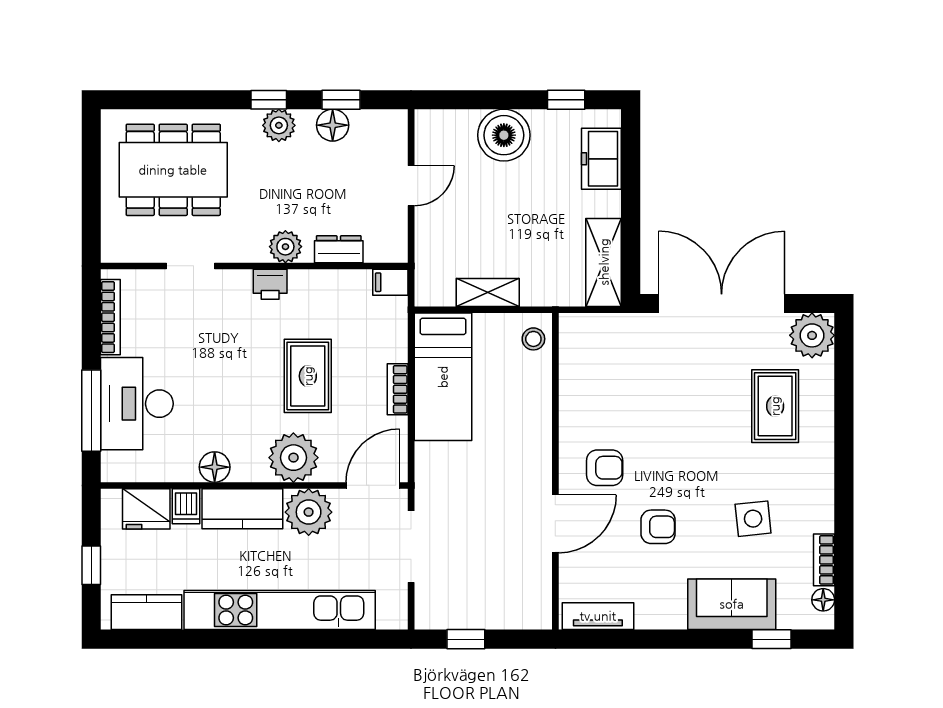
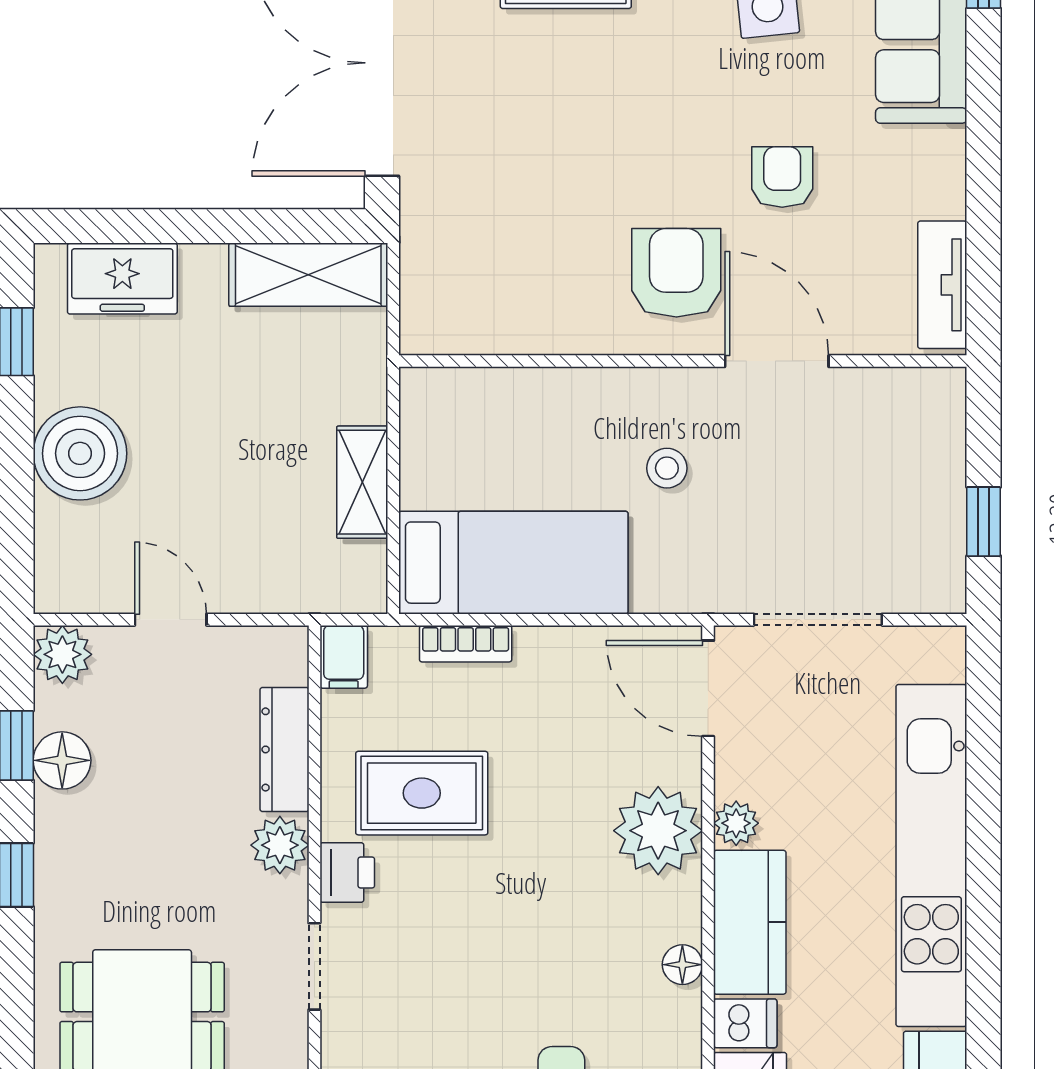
plant: (279, 125) -> (62, 654), moved
dresser: (339, 249) -> (284, 749), width x1.44
doorway: (191, 266) -> (314, 966), moved
stool: (533, 339) -> (667, 468), moved
rug: (308, 376) -> (422, 793), moved
bookcase: (398, 389) -> (466, 644), moved
floor lamp: (215, 467) -> (682, 965), width x0.73, depth x0.73
armchair: (605, 468) -> (676, 273), width x1.38, depth x1.38
plant: (309, 512) -> (736, 823), width x0.53, depth x0.53

